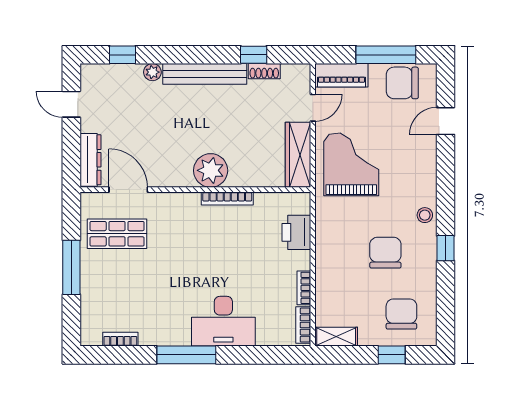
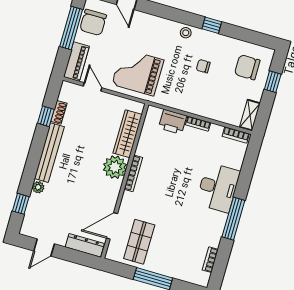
wardrobe: (298, 155) -> (128, 134), moved, turned 90
bookcase: (227, 198) -> (133, 173), moved
chair: (385, 253) -> (203, 66), width x0.54, depth x0.54
bookcase: (304, 288) -> (198, 124), moved

